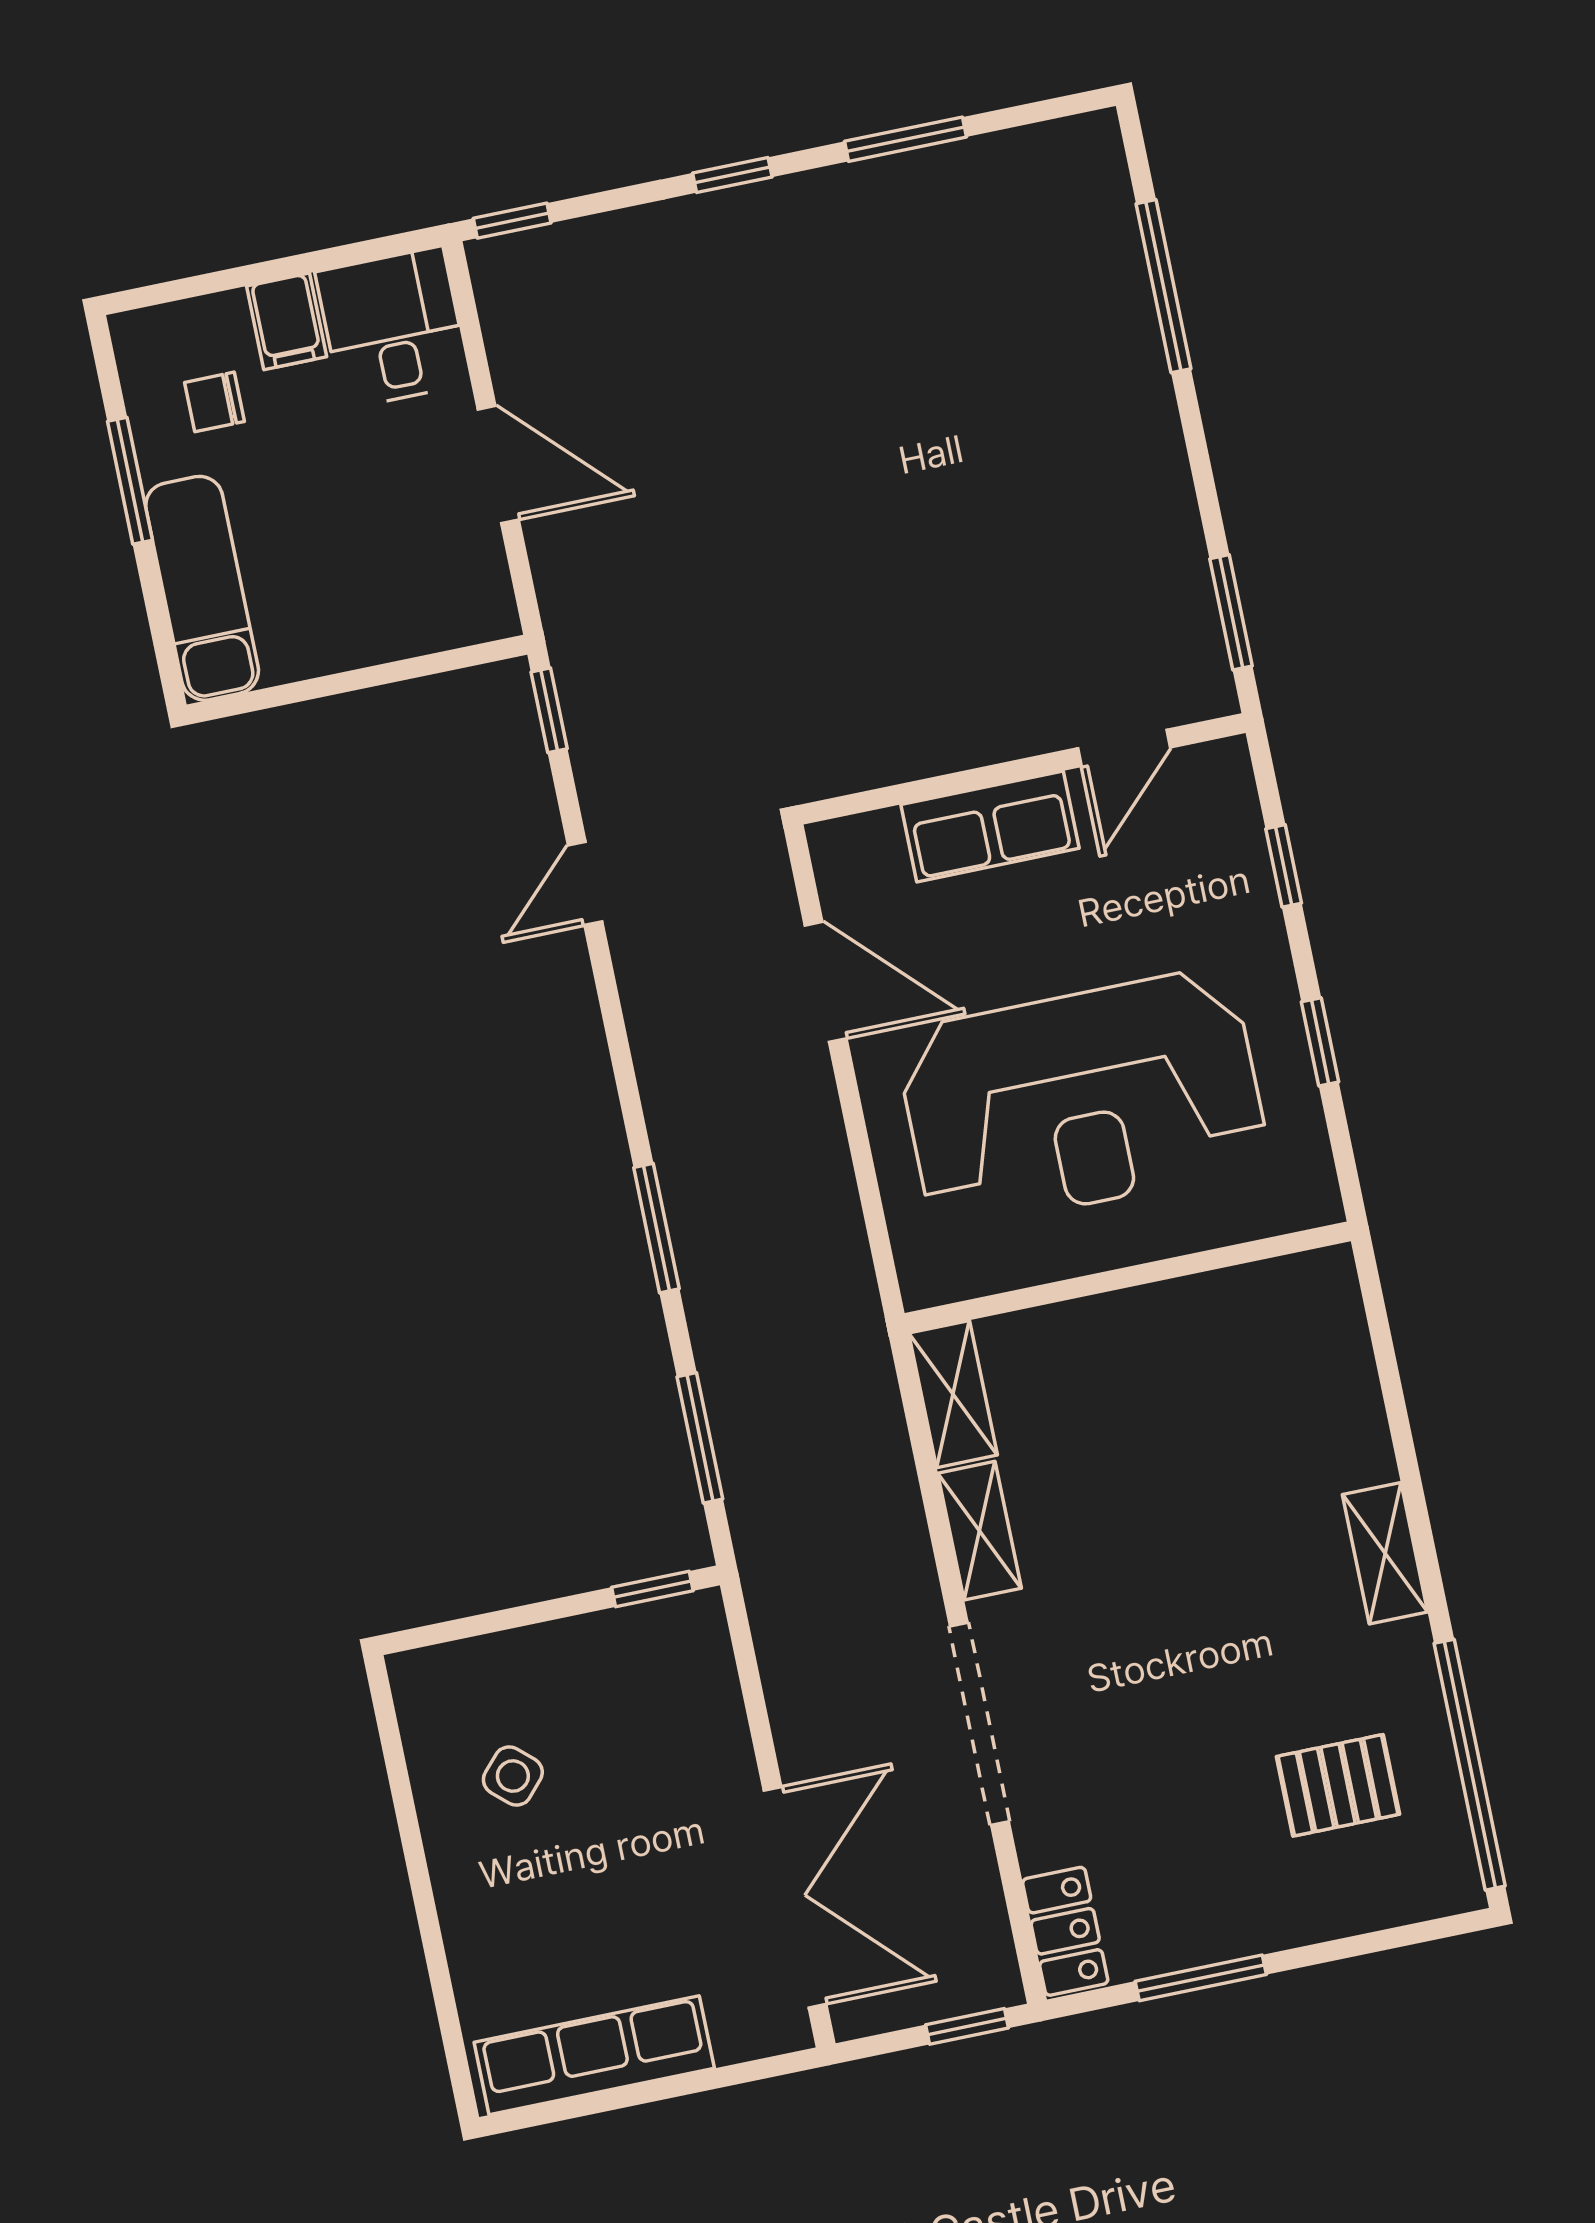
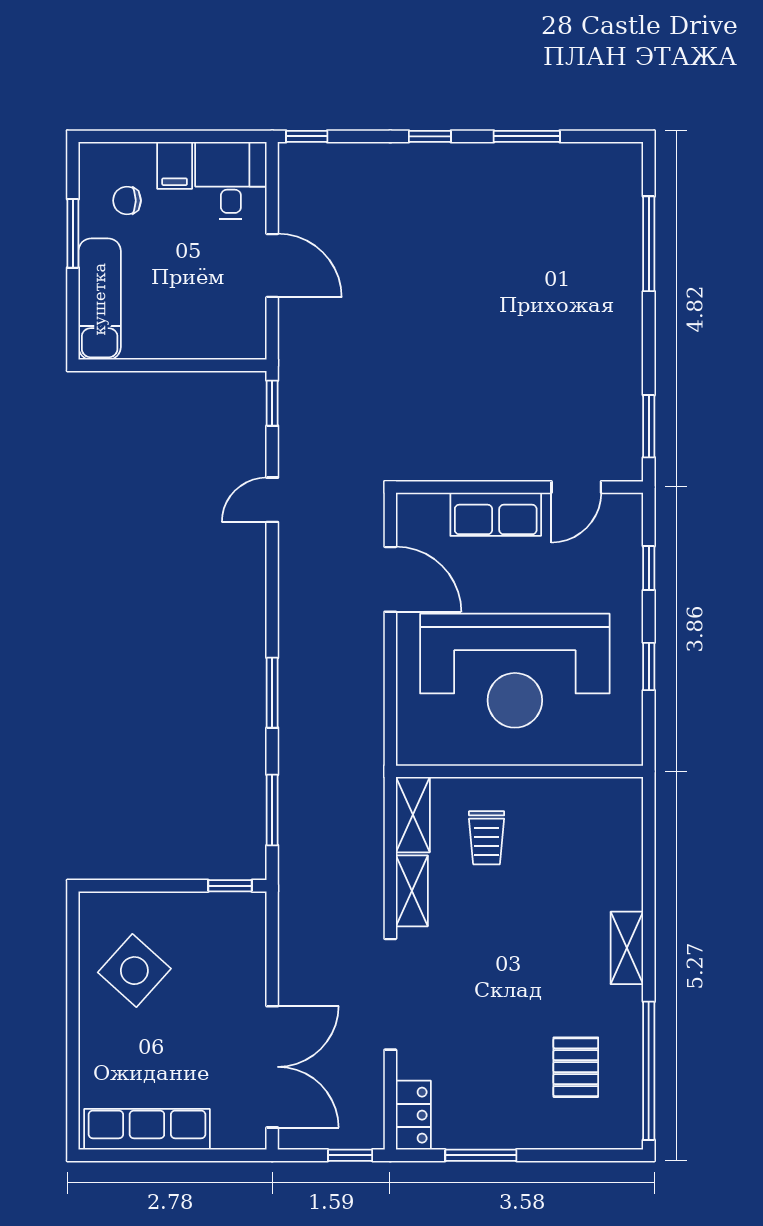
trolley: (1093, 1408) -> (487, 838), added
side table: (513, 1776) -> (134, 971), width x1.87, depth x1.87
pallet: (1338, 1785) -> (576, 1067), turned 90

